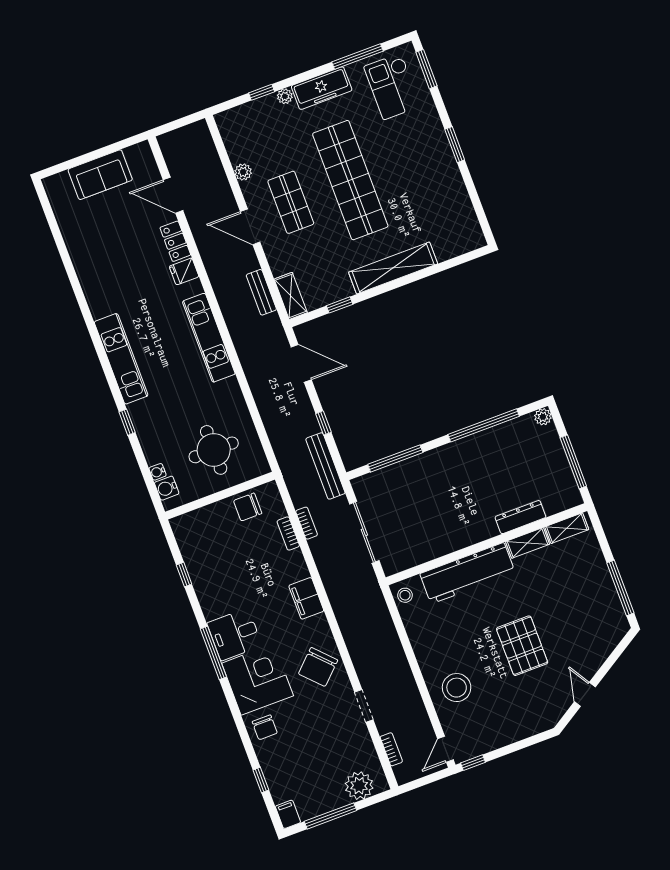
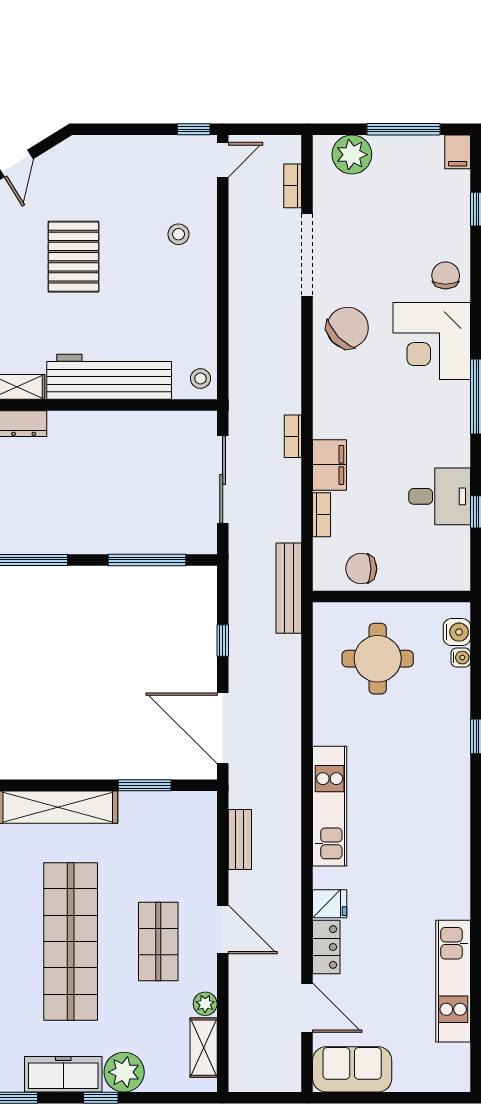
window: (262, 92) -> (101, 1098), moved
plant: (285, 96) -> (124, 1072), width x1.88, depth x1.88
sofa: (100, 175) -> (352, 1069), moved
shelving: (291, 296) -> (204, 1048), moved
window: (340, 305) -> (145, 785), width x1.50
kitchen unit: (121, 359) -> (453, 981), moved
door: (301, 363) -> (223, 728), width x1.36
bench: (325, 466) -> (289, 588), moved
chair: (248, 507) -> (361, 569), turned 180
bookcase: (307, 523) -> (293, 436), moved
filing cabinet: (306, 598) -> (330, 465), moved
desk: (235, 634) -> (440, 496), moved
stool: (457, 688) -> (178, 234), width x0.53, depth x0.53
doorway: (364, 706) -> (307, 255), width x1.88

